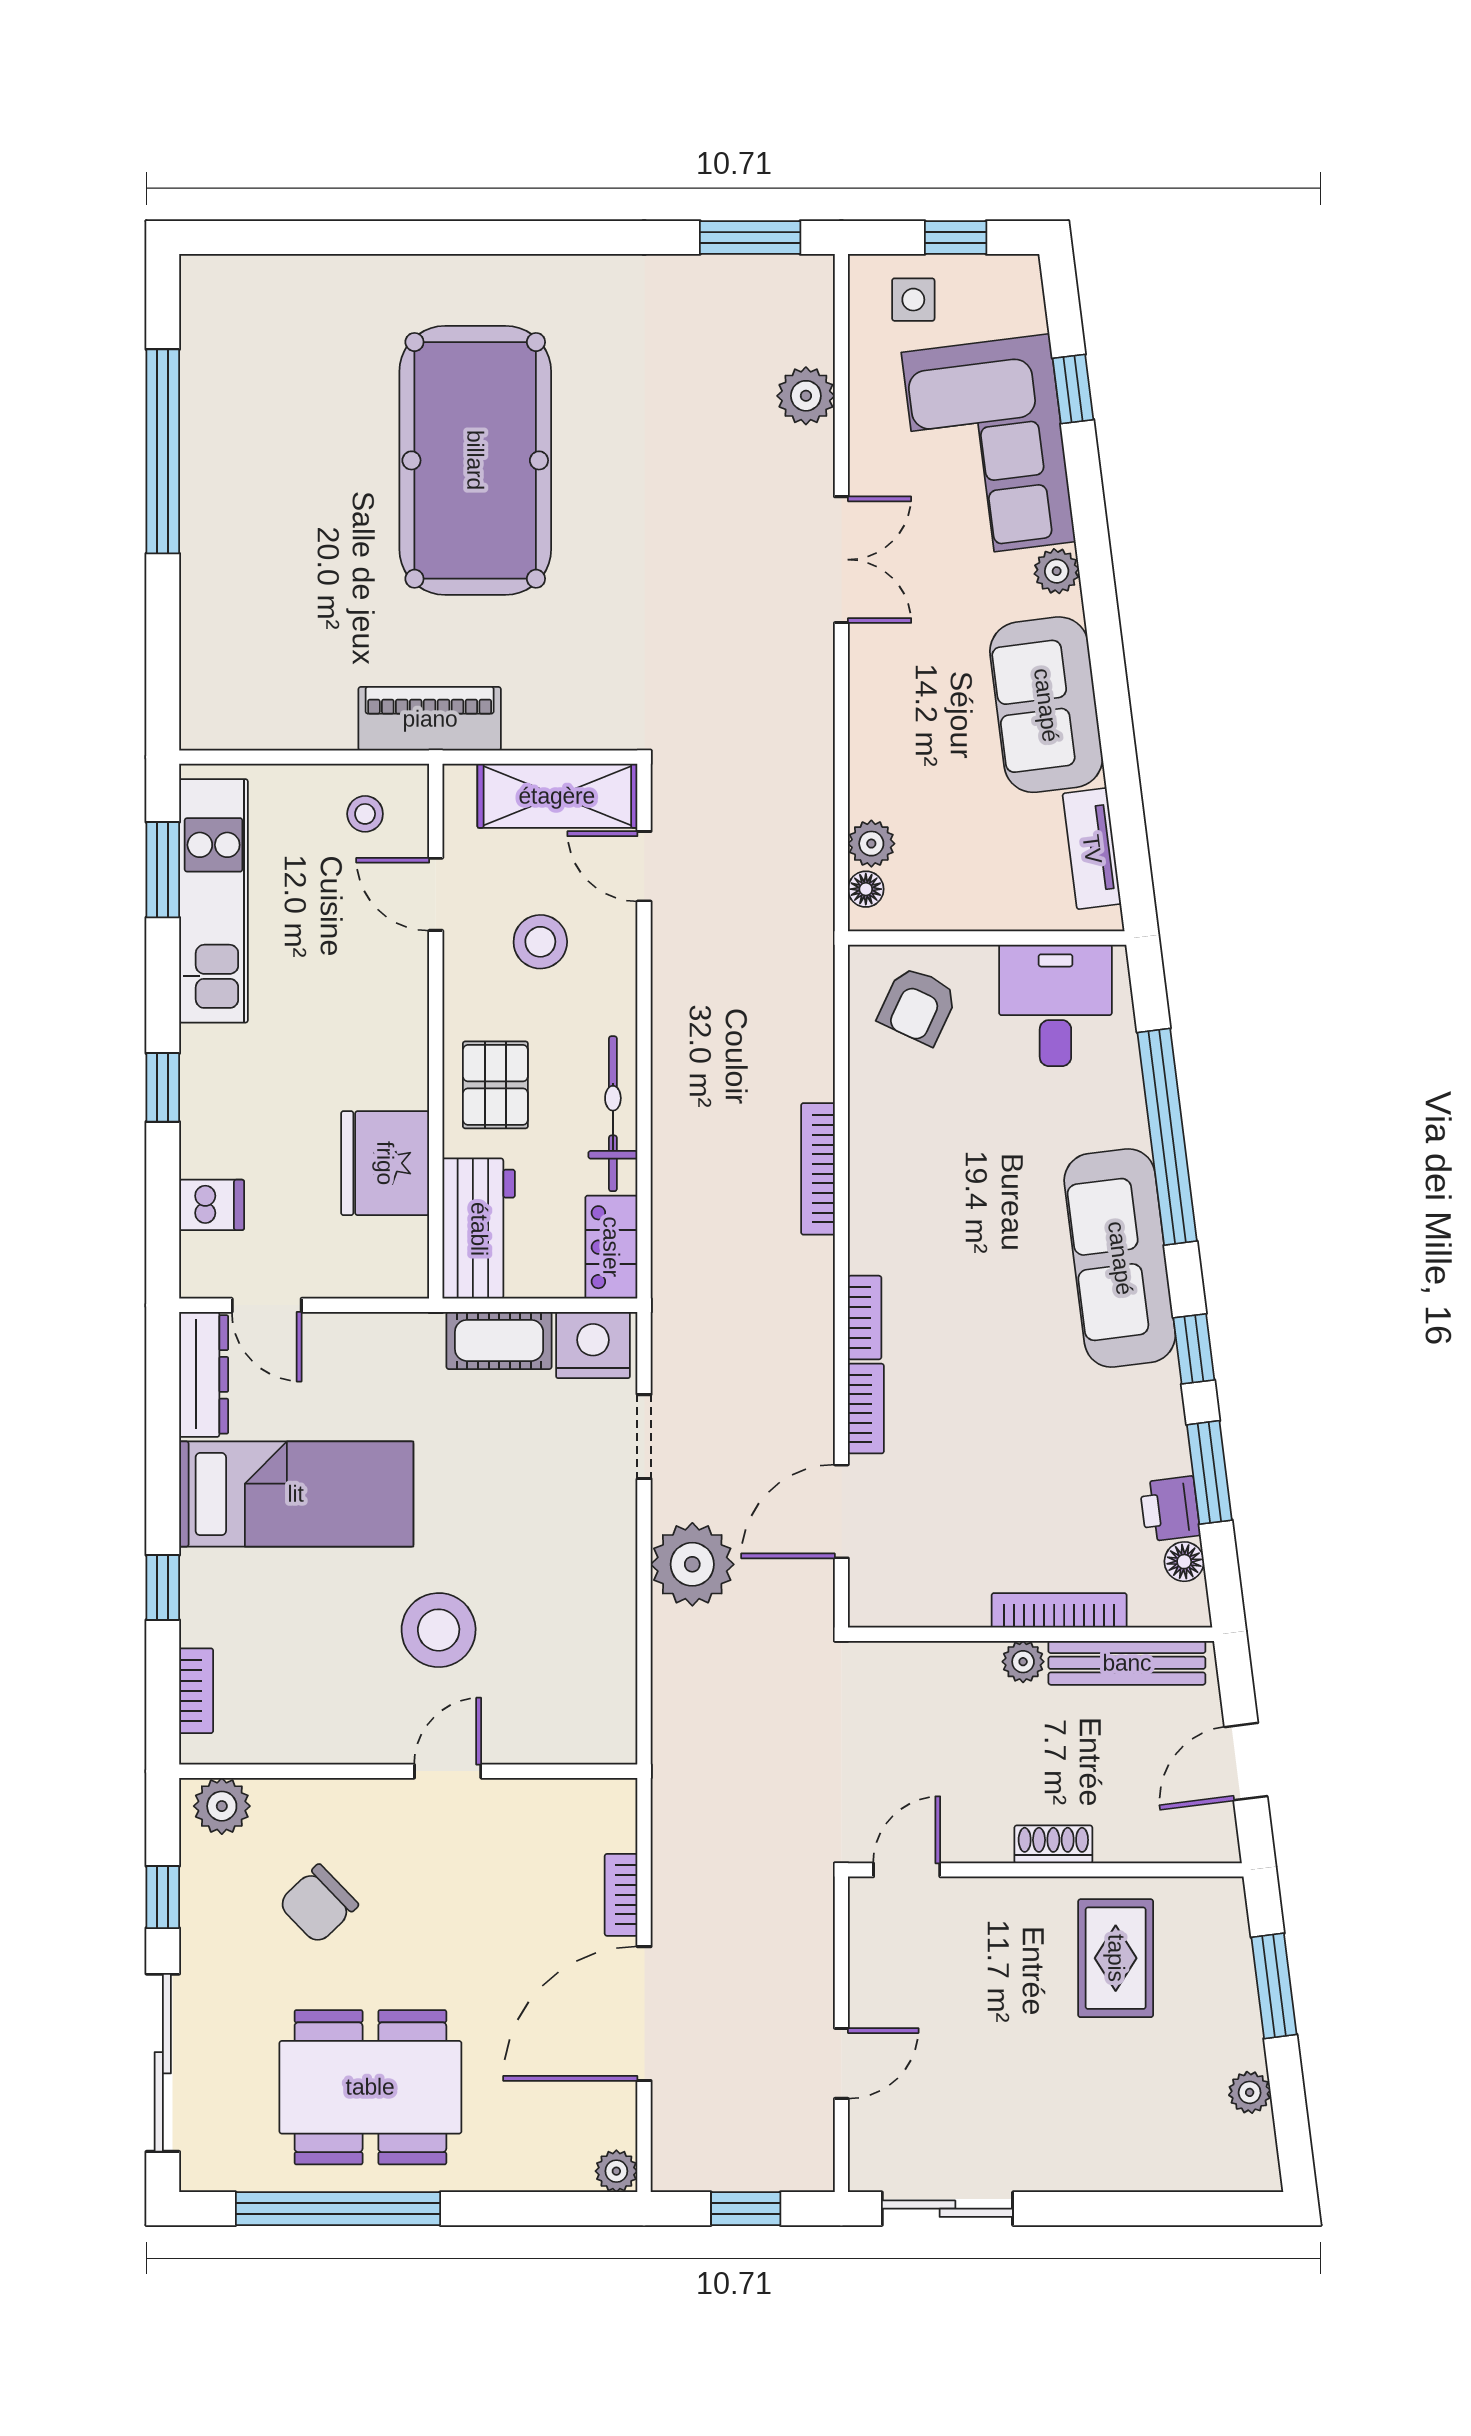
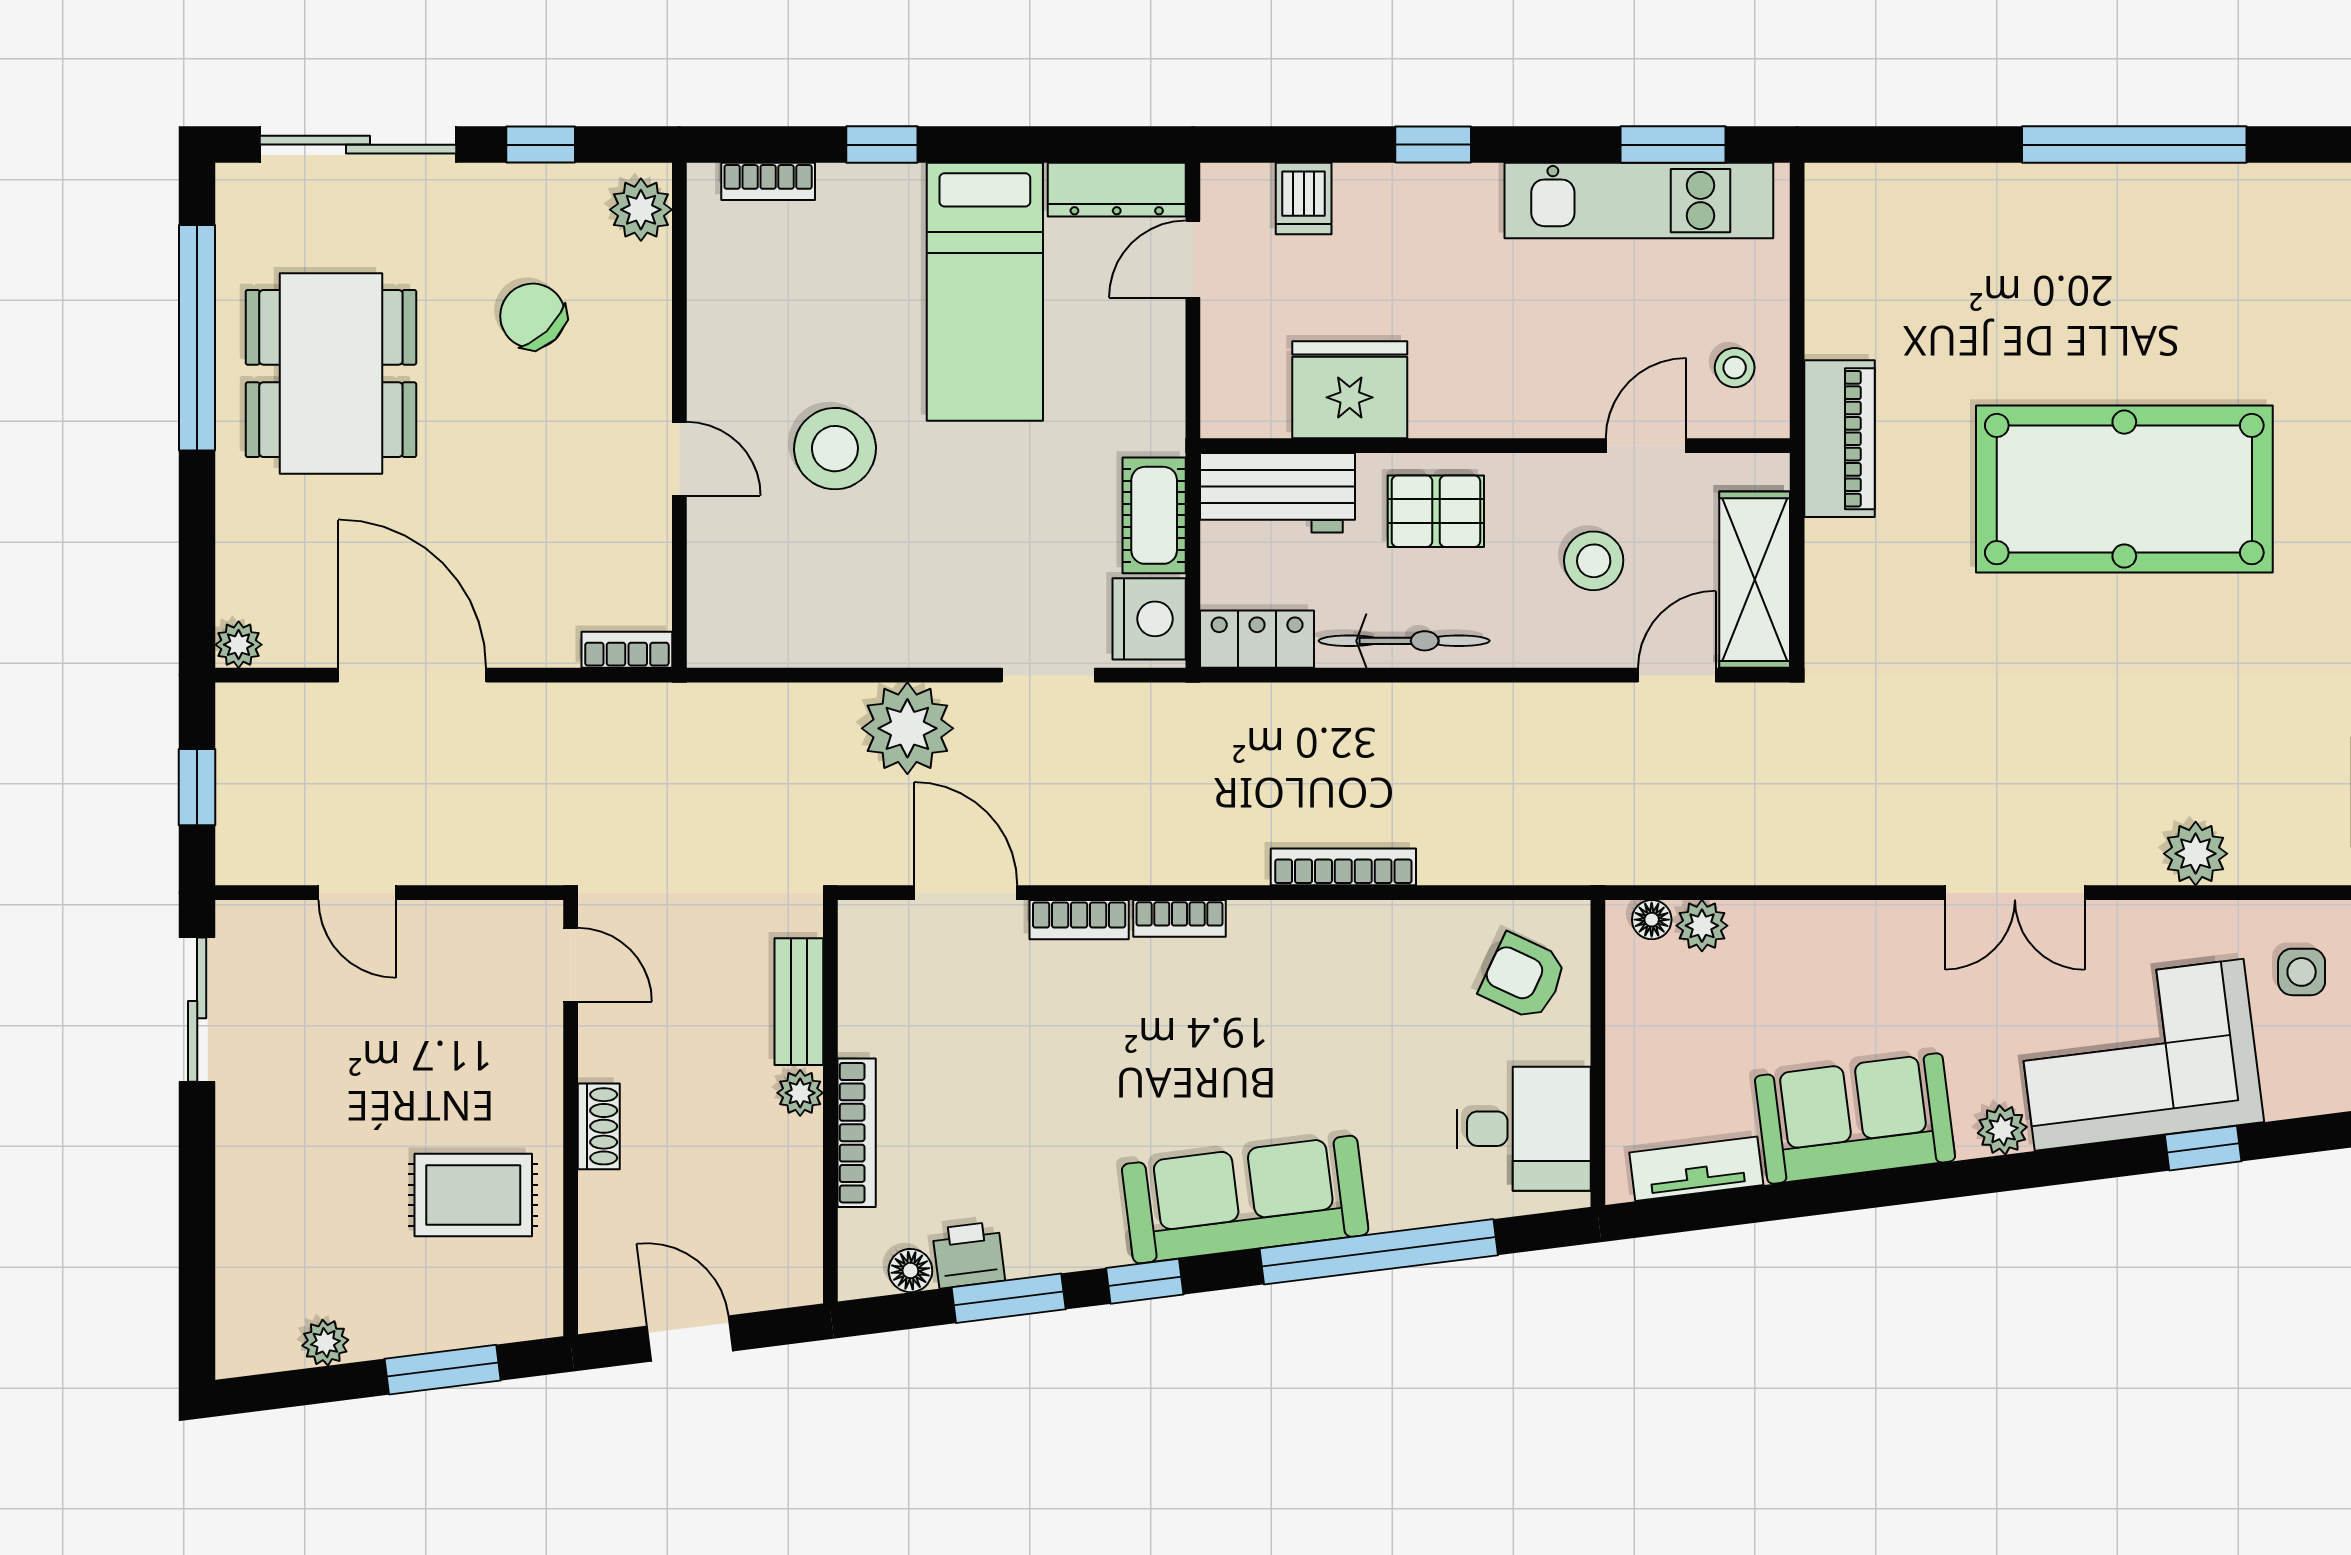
bench: (1127, 1663) -> (799, 1002), moved, width x0.73
bookcase: (621, 1895) -> (627, 650), moved

